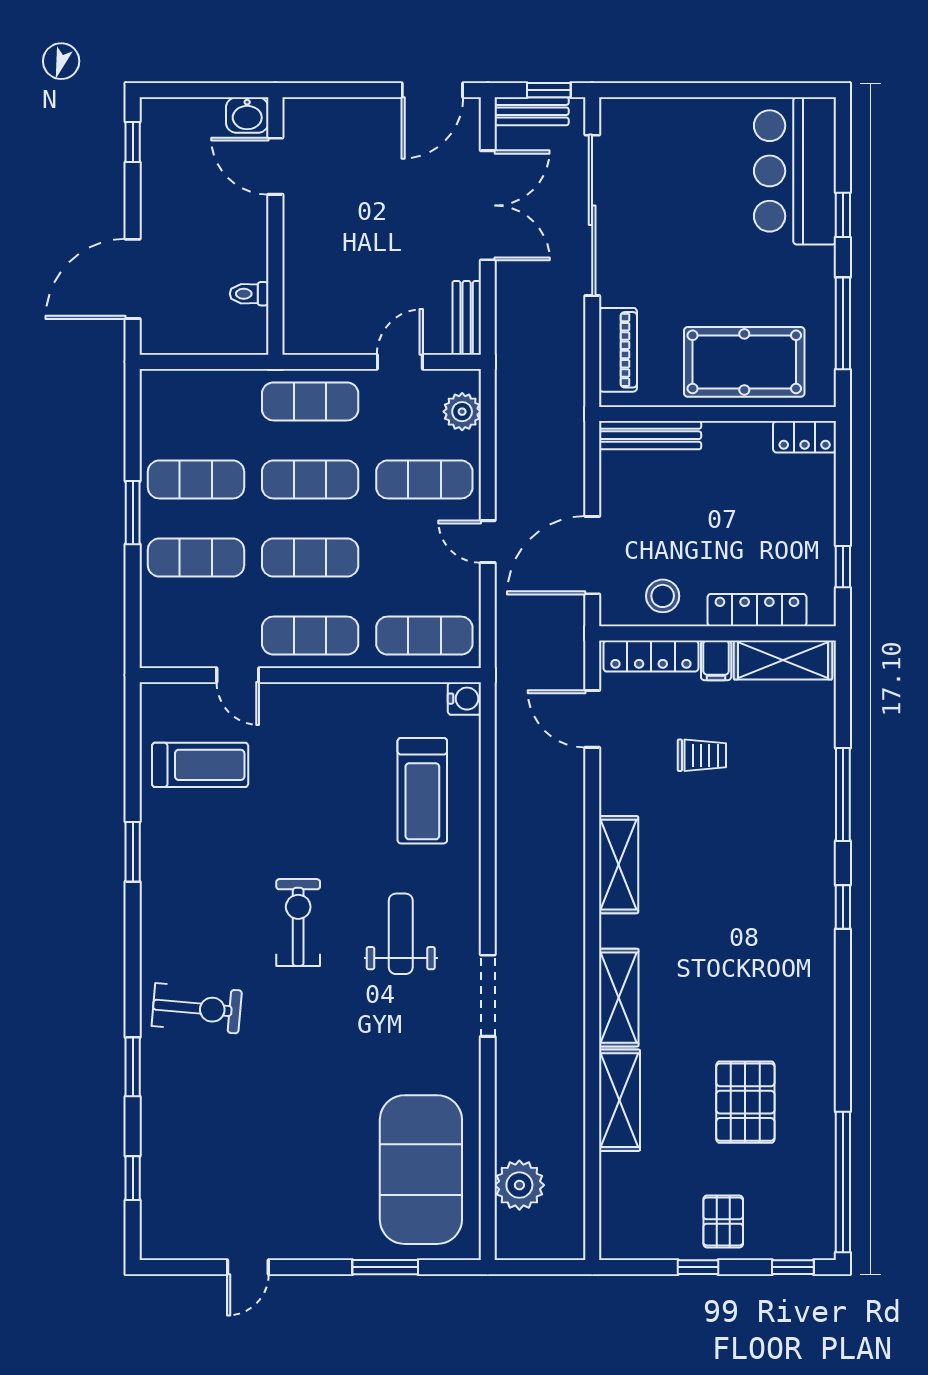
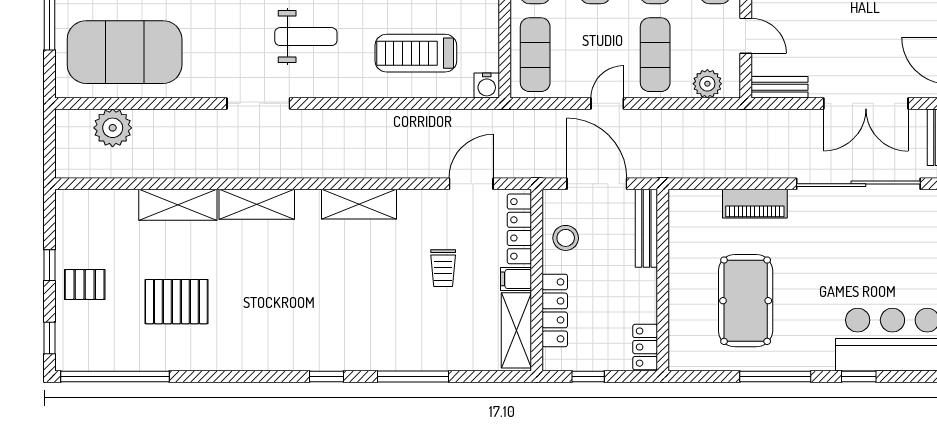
wall: (718, 414) -> (663, 280), moved
bench: (650, 435) -> (646, 228), moved
locker: (805, 437) -> (645, 347), moved

